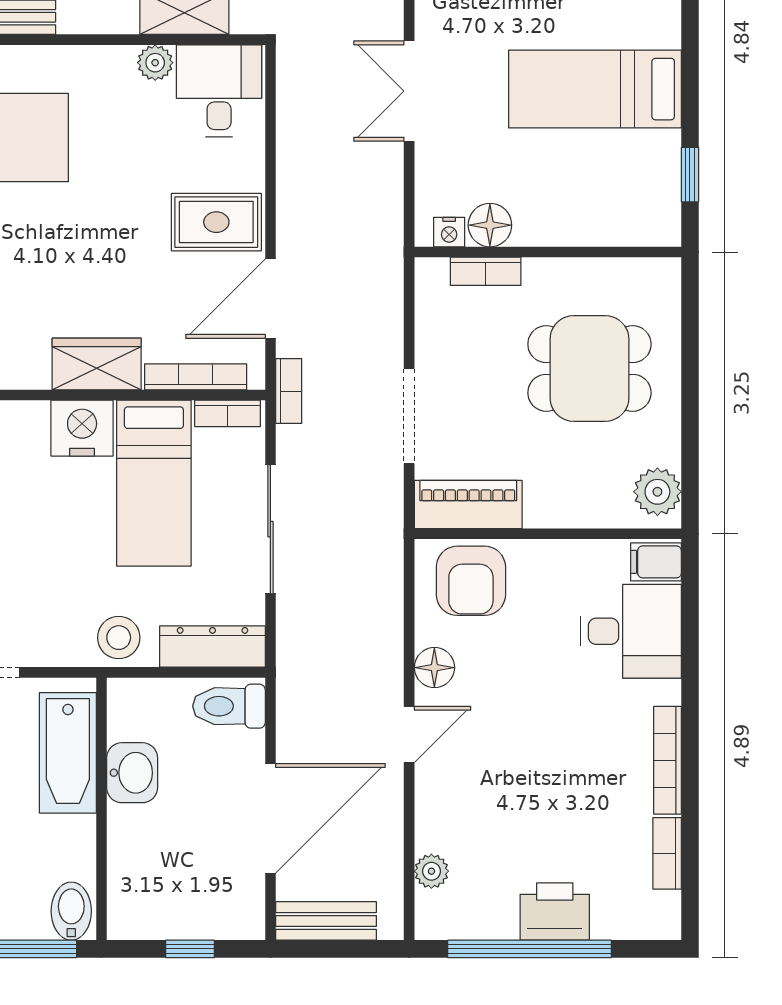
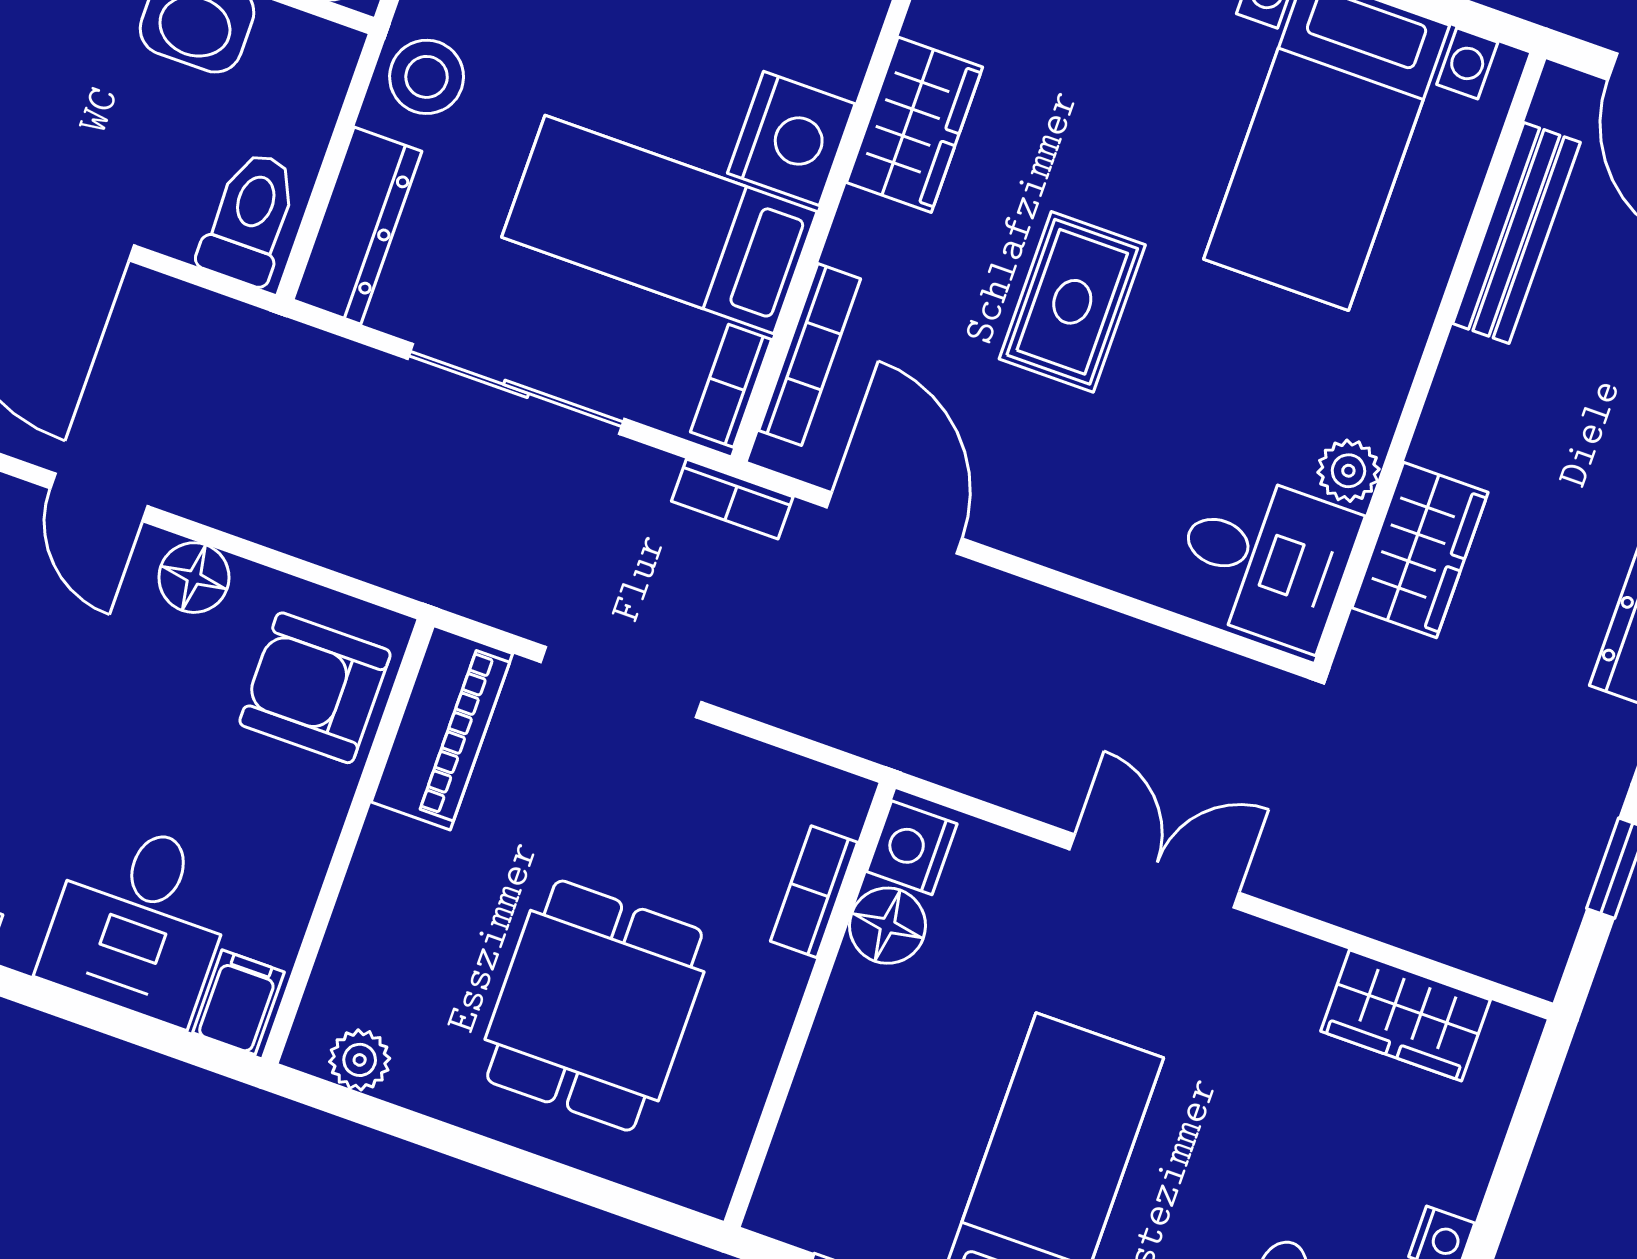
rug: (216, 222) -> (1072, 302), moved
nightstand: (449, 232) -> (912, 848), width x1.39, depth x1.35
wardrobe: (97, 364) -> (915, 125), moved
plant: (657, 492) -> (360, 1060), width x0.73, depth x0.73

